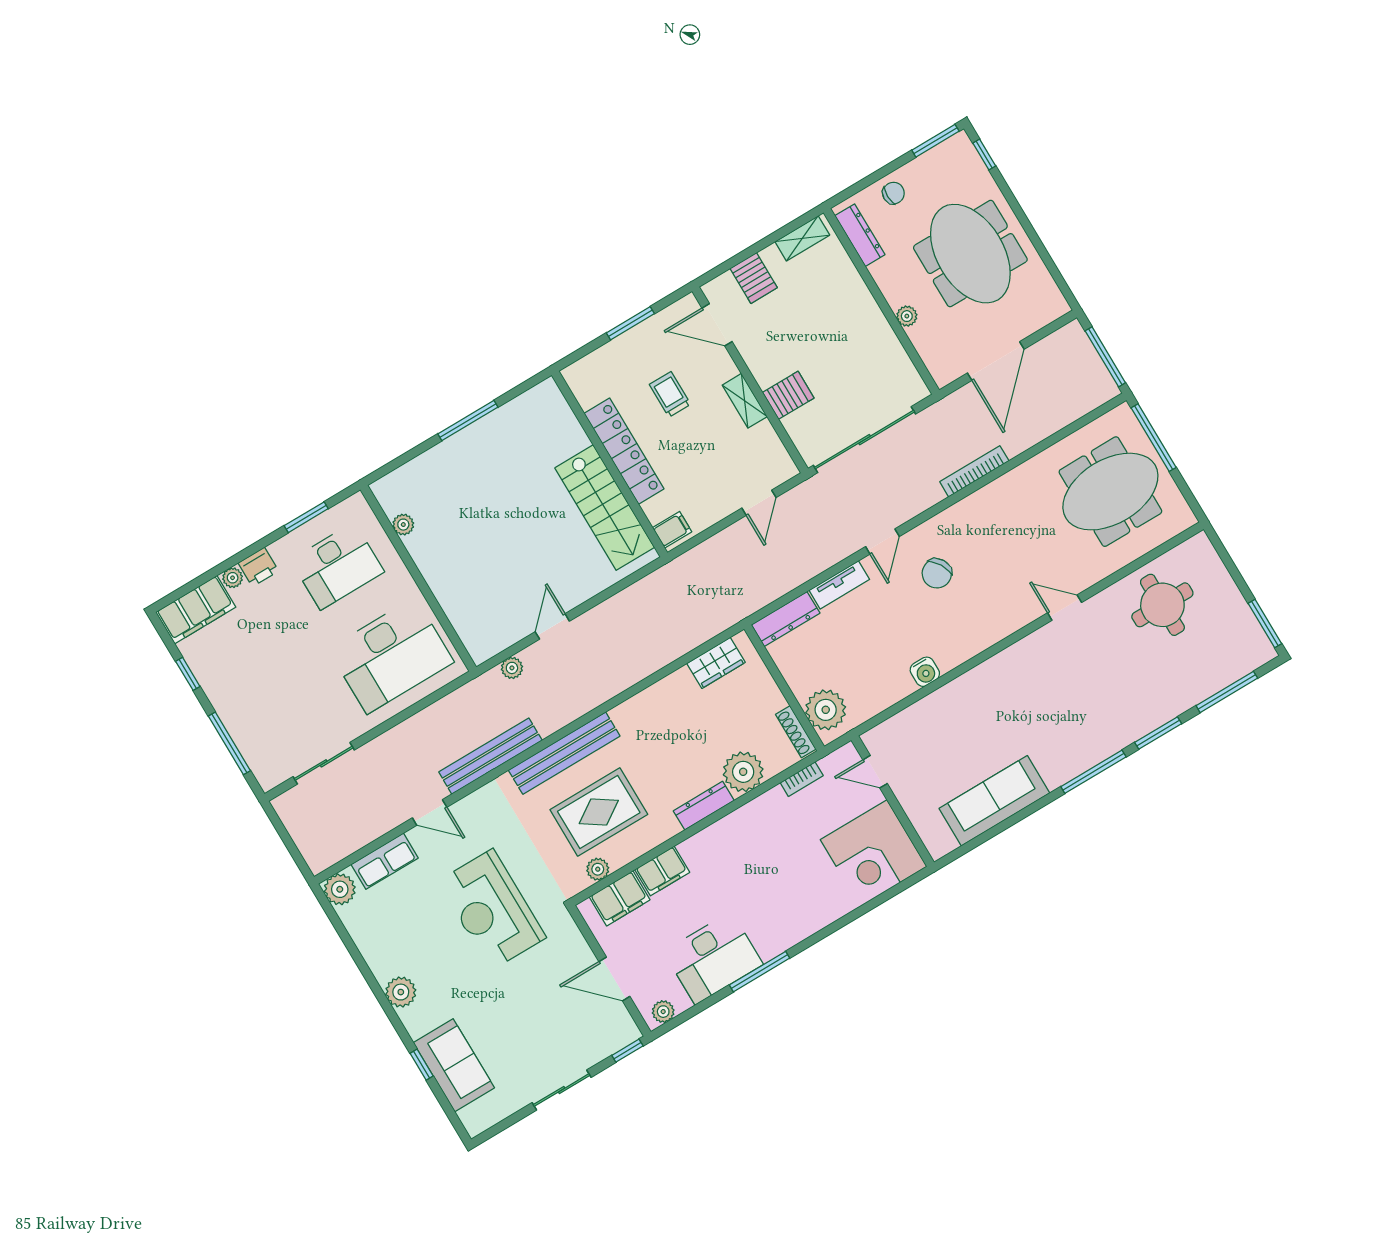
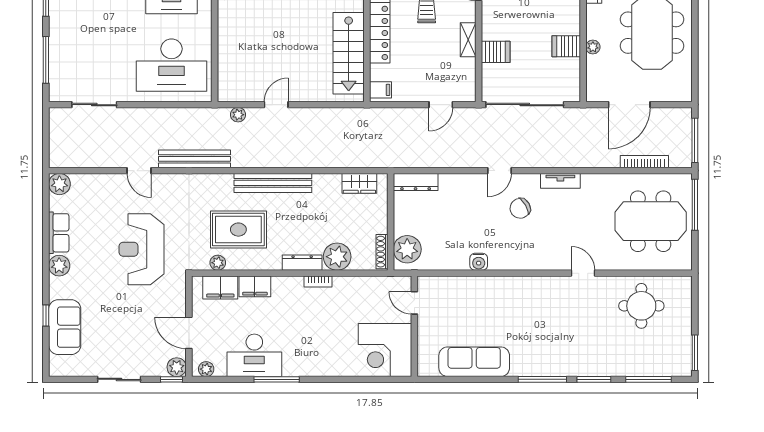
server rack: (873, 335) -> (566, 46), added
bookcase: (974, 471) -> (644, 162), moved
tv unit: (839, 585) -> (560, 181), moved
bench: (564, 753) -> (273, 183), moved
bookcase: (802, 779) -> (318, 281), moved
row of seats: (385, 861) -> (59, 233), moved, turned -90
plant: (625, 1031) -> (177, 367), added

